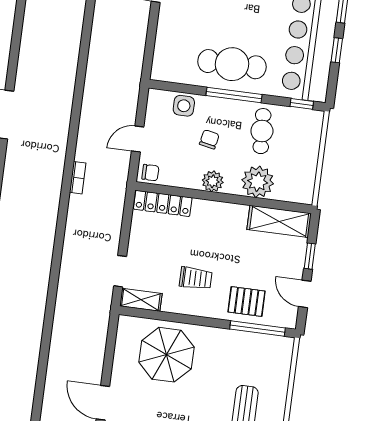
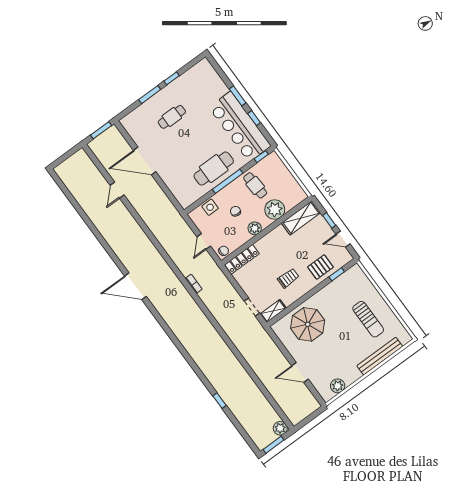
window: (258, 328) -> (337, 274), width x0.46

